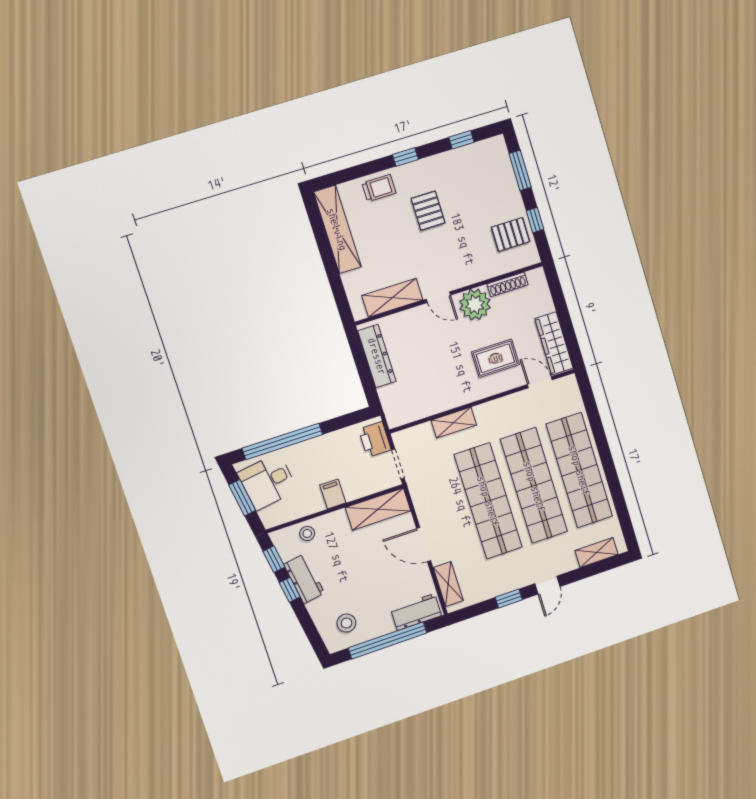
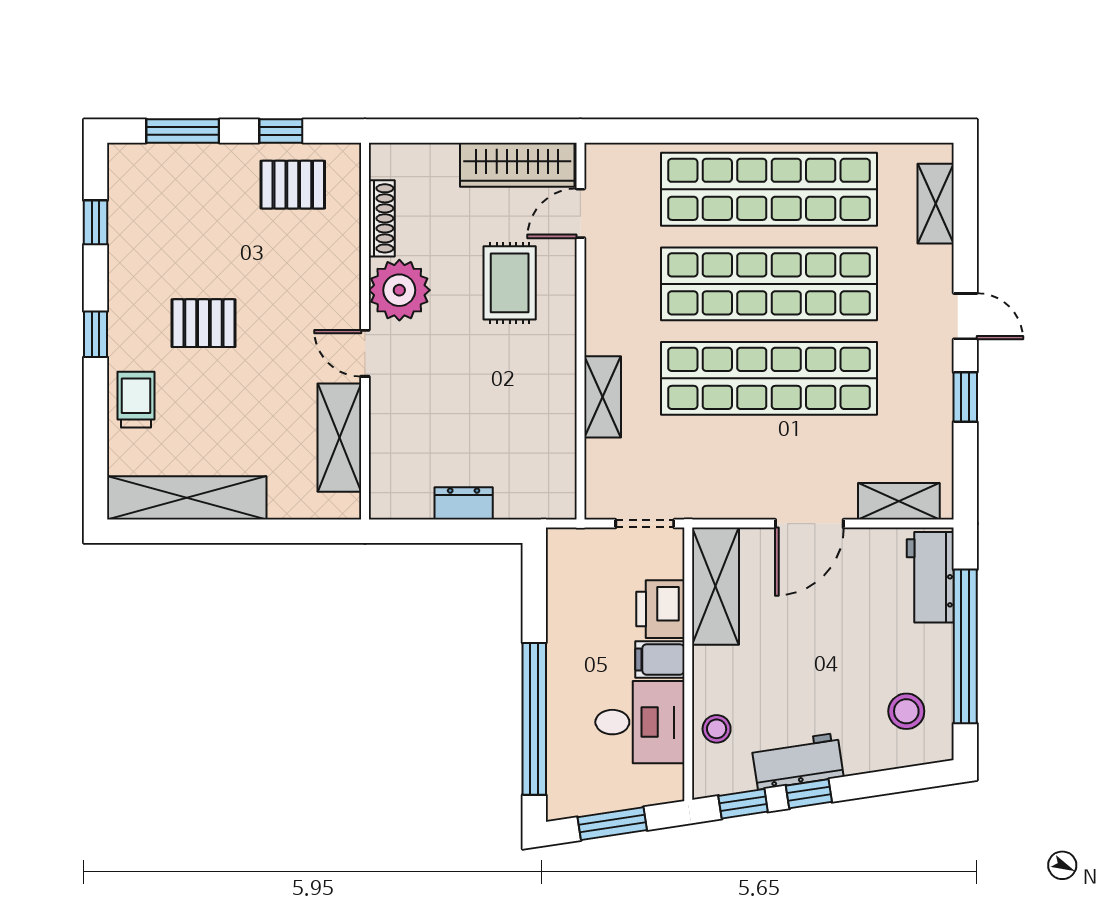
pallet: (511, 234) -> (293, 185), turned 90
door: (438, 297) -> (365, 353), swing flipped
dresser: (377, 356) -> (464, 503), width x0.51, depth x0.80
printer: (375, 439) -> (660, 609), moved, turned 90
desk: (268, 482) -> (640, 722), moved, turned -81

